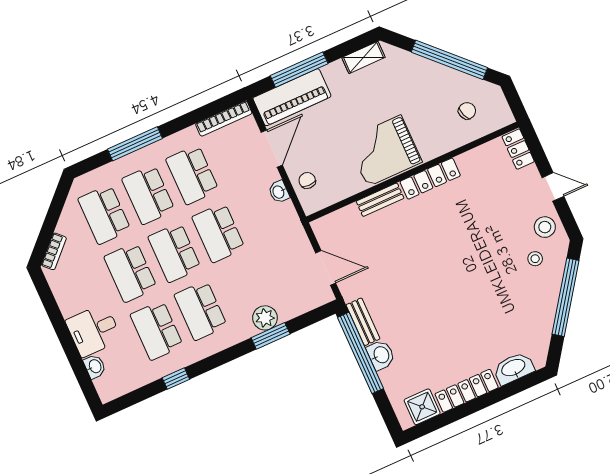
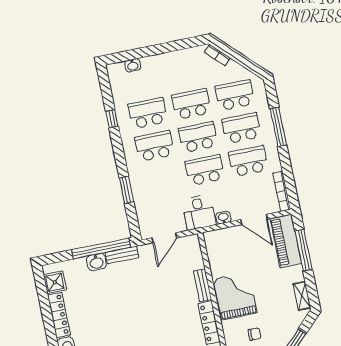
chair: (307, 180) -> (255, 334), moved
plant: (265, 318) -> (140, 189), removed
desk: (94, 330) -> (199, 212), moved, turned 180

